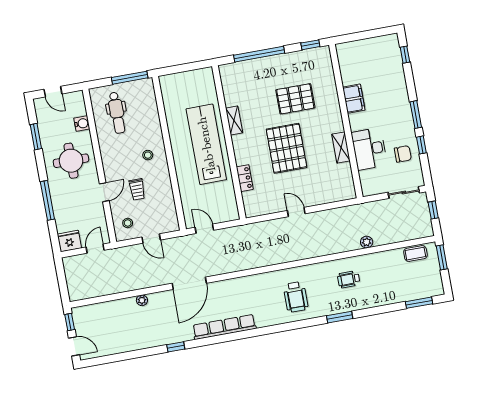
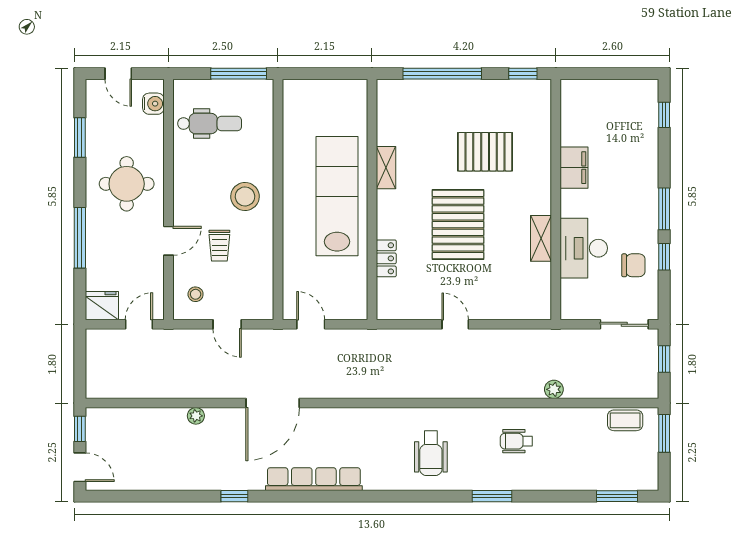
dental chair: (117, 113) -> (210, 124), turned -90
water cooler: (82, 123) -> (153, 104), moved
stool: (148, 155) -> (245, 196), width x1.89, depth x1.89

